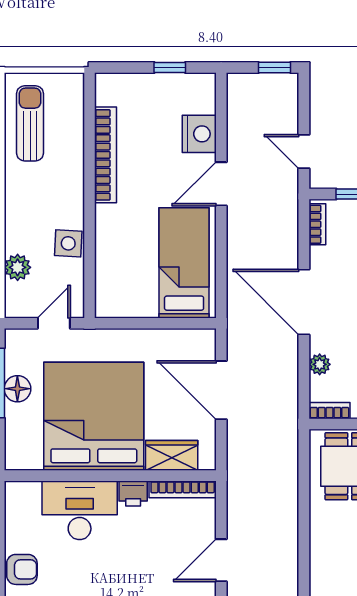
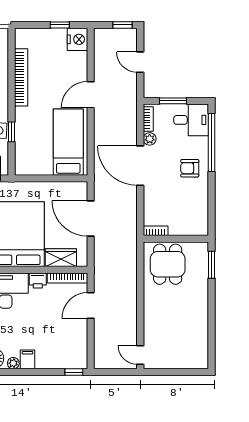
nightstand: (199, 134) -> (77, 39), moved
door: (304, 152) -> (140, 62), moved
window: (90, 246) -> (12, 132), added
plant: (320, 364) -> (150, 139), moved
door: (221, 560) -> (91, 305), moved

